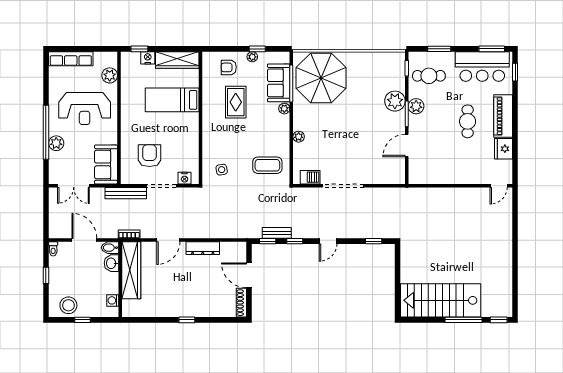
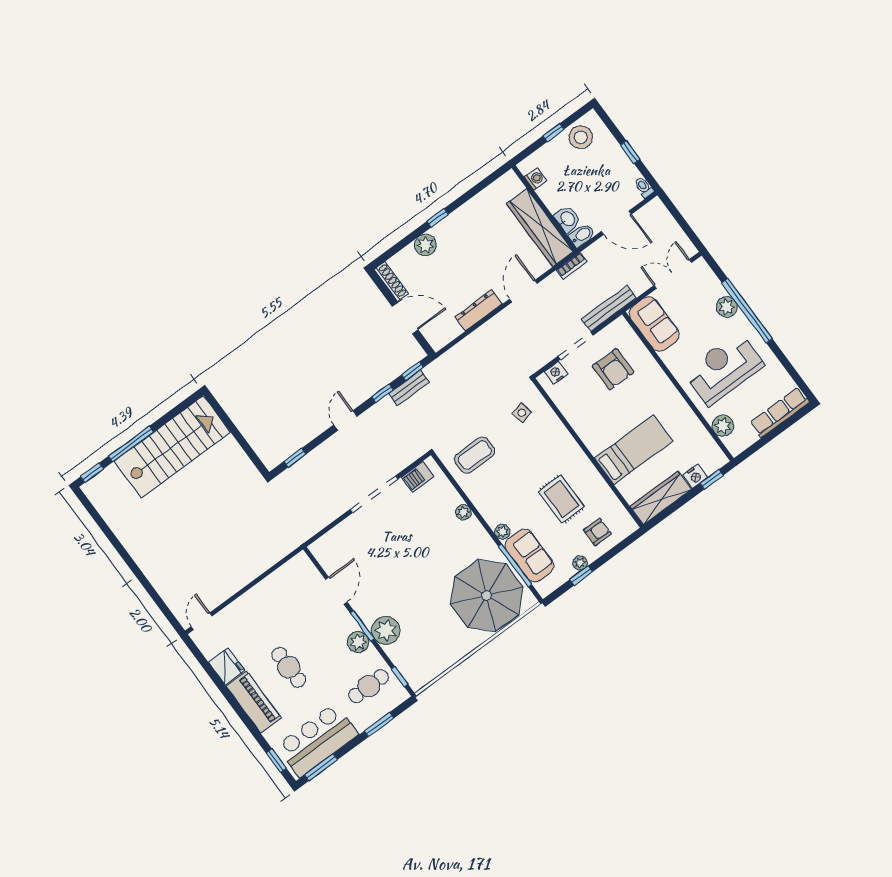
plant: (206, 309) -> (425, 245), added

